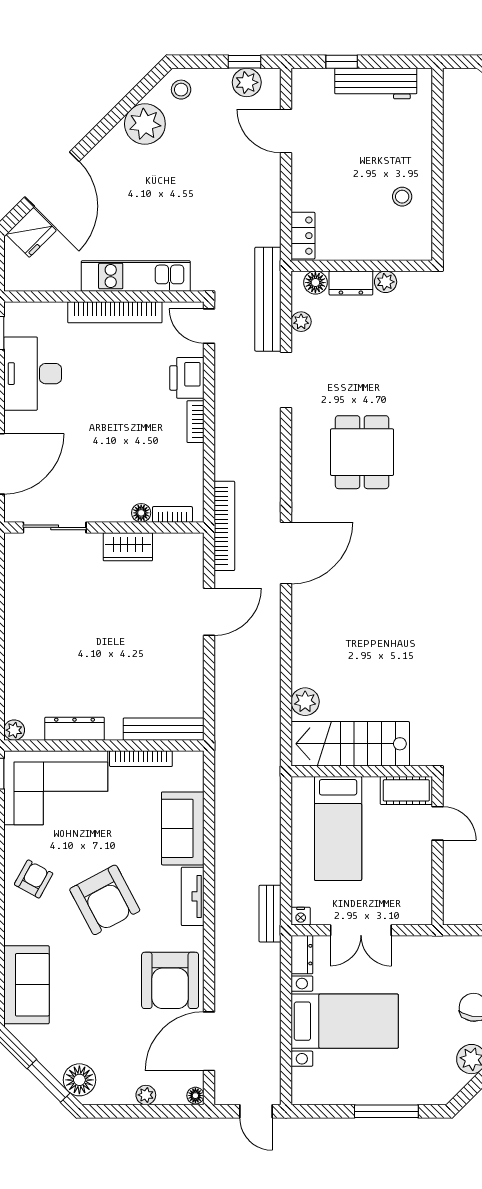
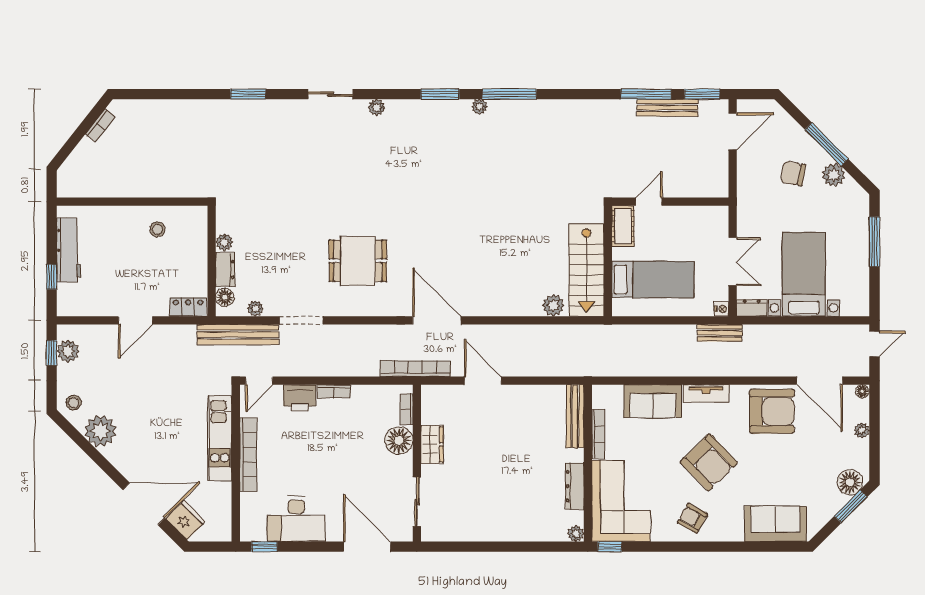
door: (286, 131) -> (136, 320), moved
floor lamp: (141, 513) -> (399, 440), width x1.89, depth x1.89
armchair: (105, 900) -> (709, 462), turned 74

